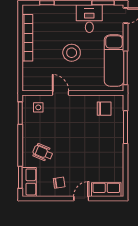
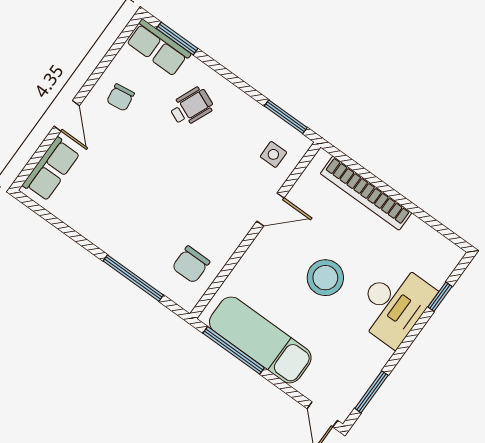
desk: (89, 19) -> (394, 304), moved, width x1.37
bookcase: (27, 38) -> (366, 193), moved

